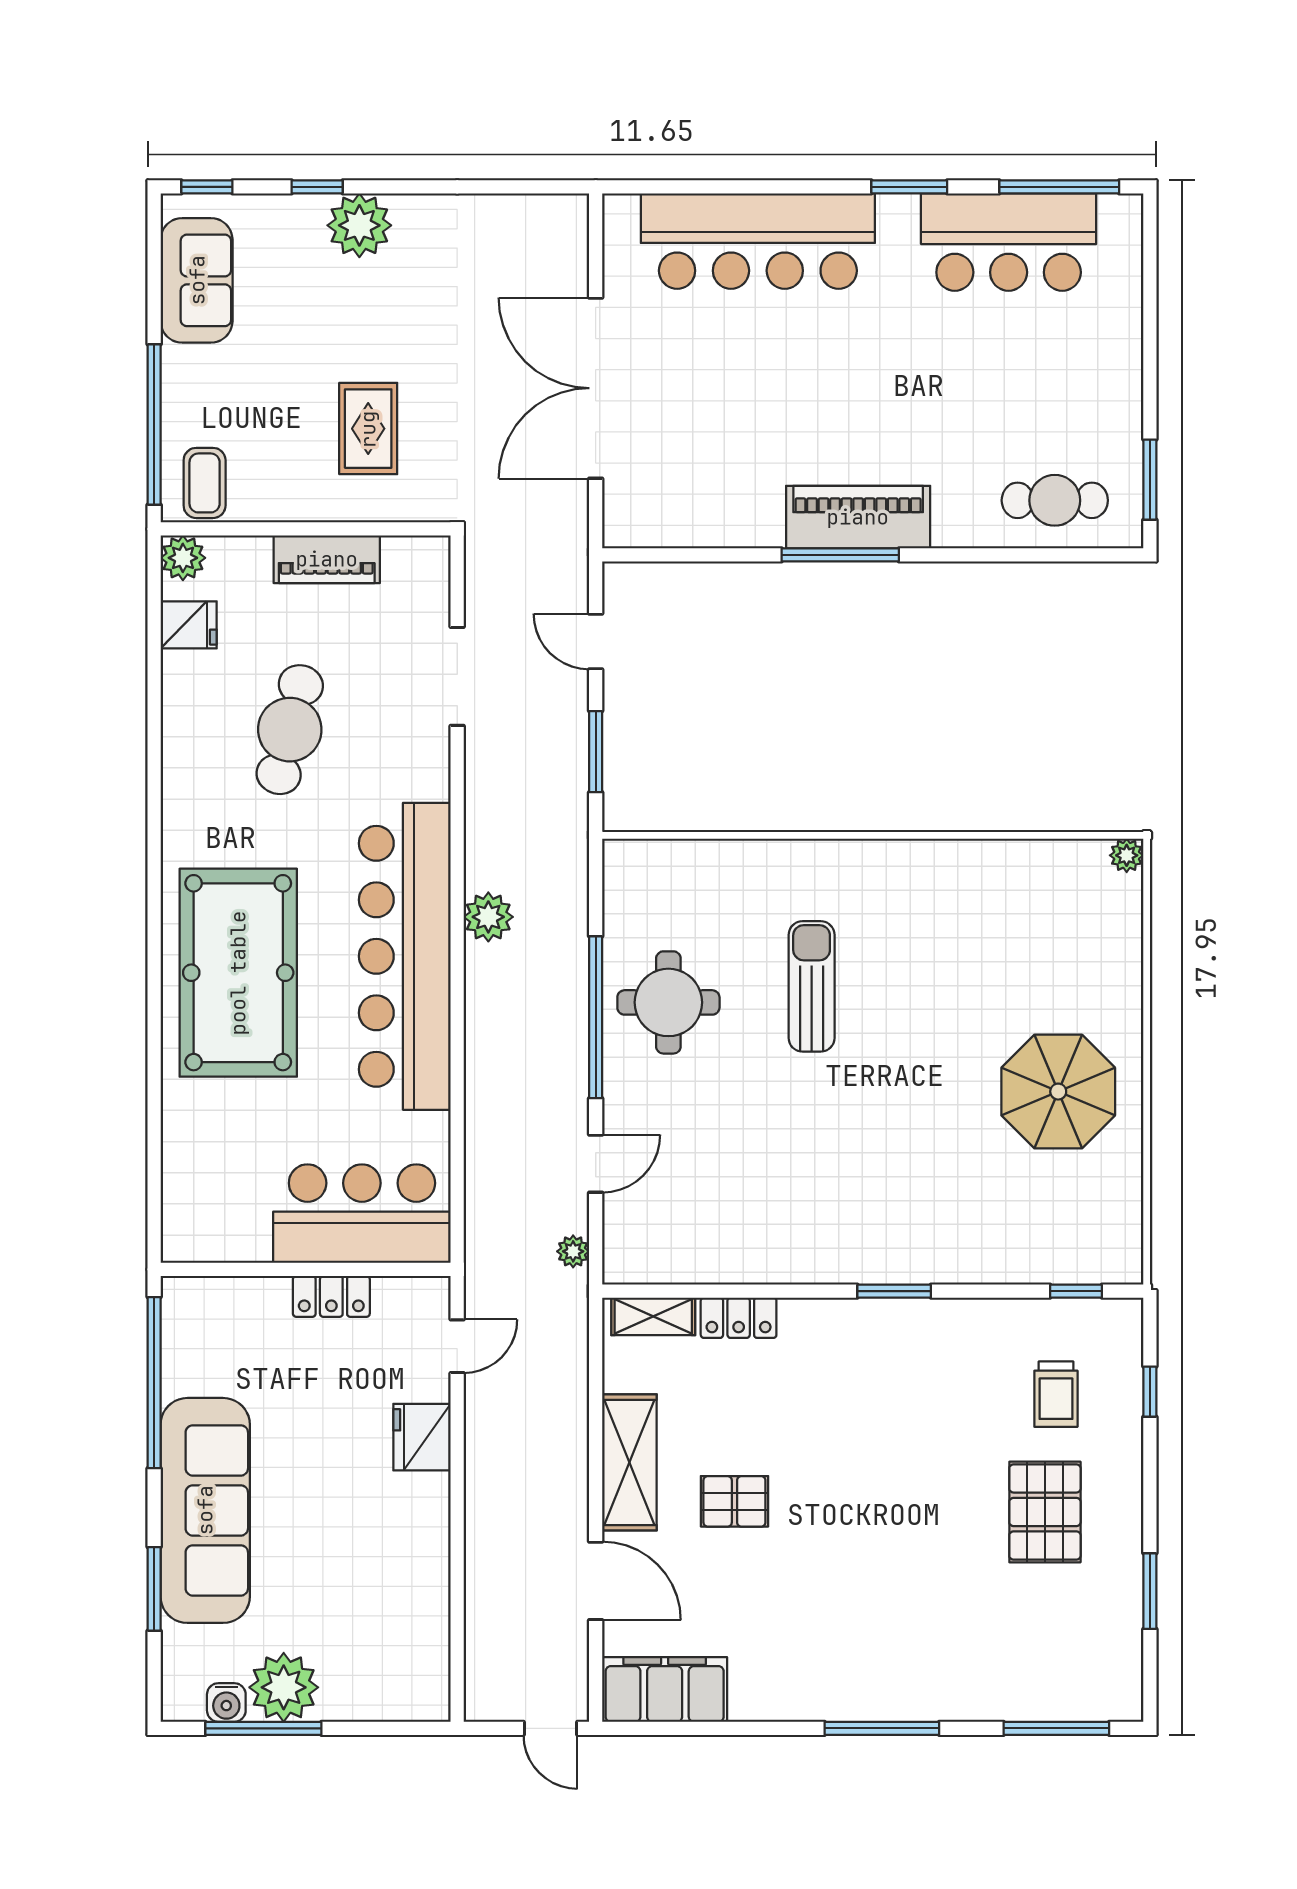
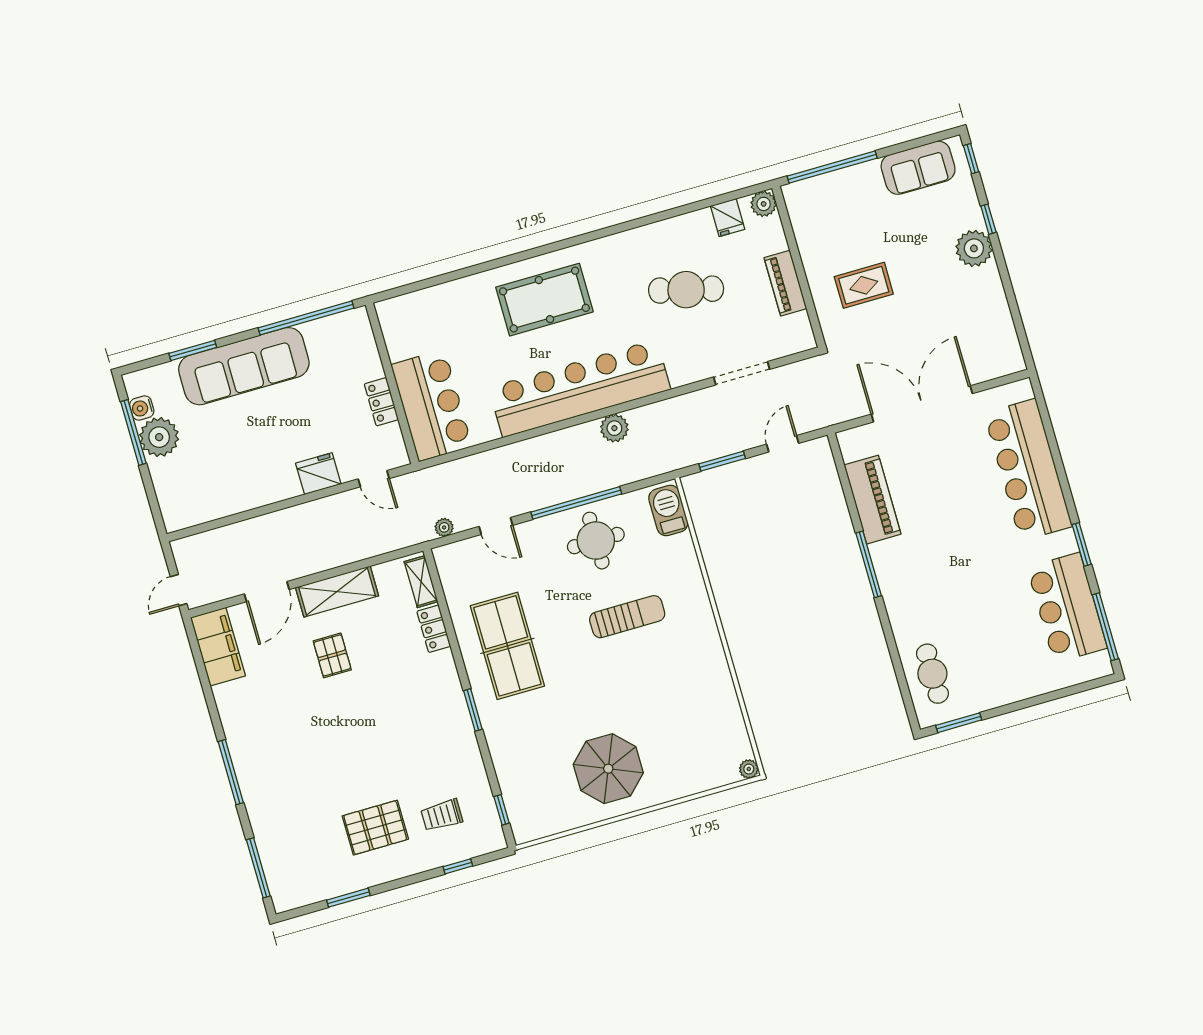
coffee table: (205, 483) -> (808, 204), removed
piano: (858, 517) -> (873, 500), moved
barbecue: (653, 866) -> (668, 511), added
pool table: (238, 973) -> (544, 300), width x0.73, depth x0.76
table tennis table: (803, 1202) -> (507, 646), added

